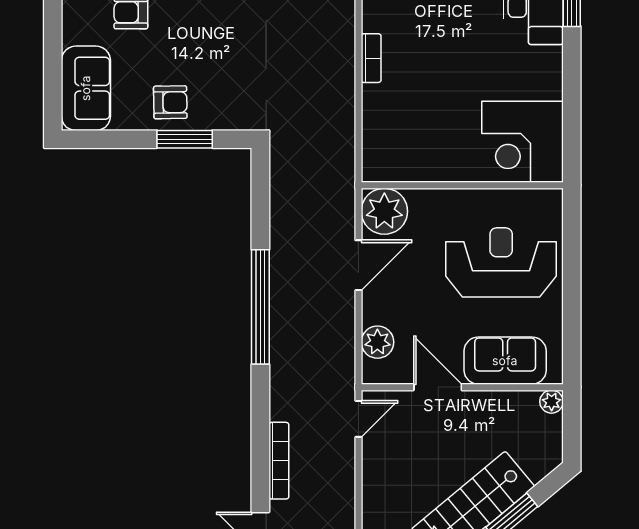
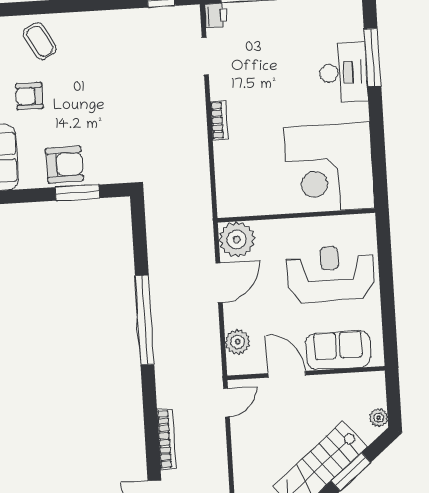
armchair: (170, 102) -> (64, 165), width x1.38, depth x1.38
corner desk: (523, 142) -> (329, 168), width x1.36, depth x1.36
plant: (552, 402) -> (379, 418), moved

